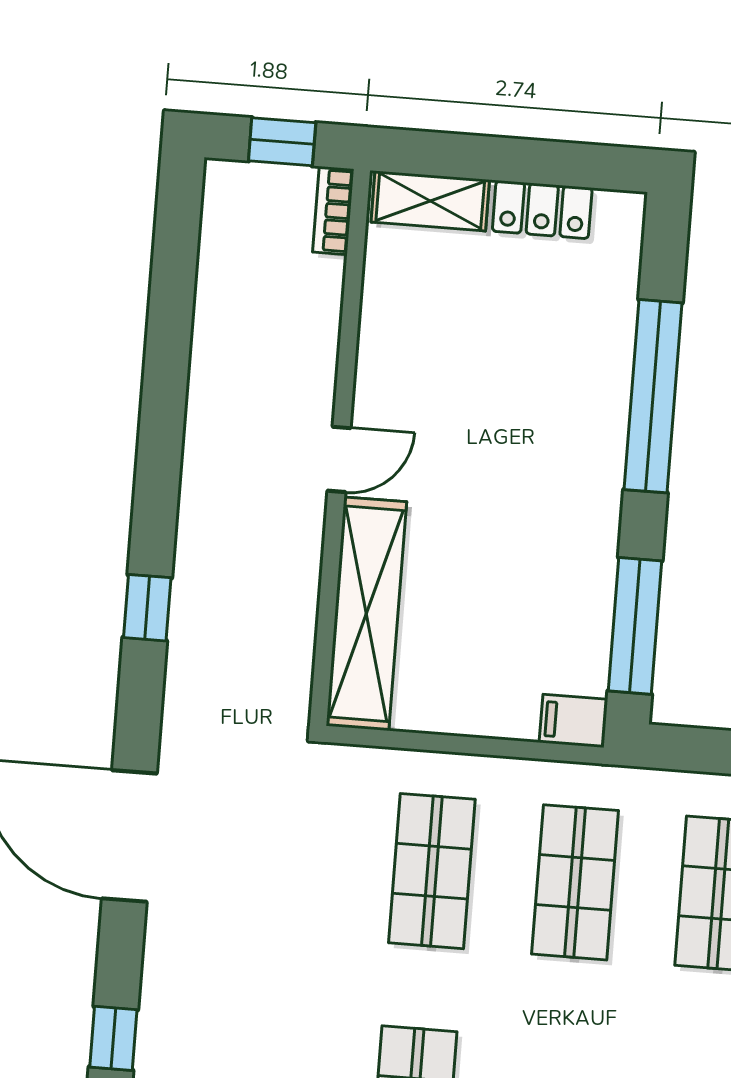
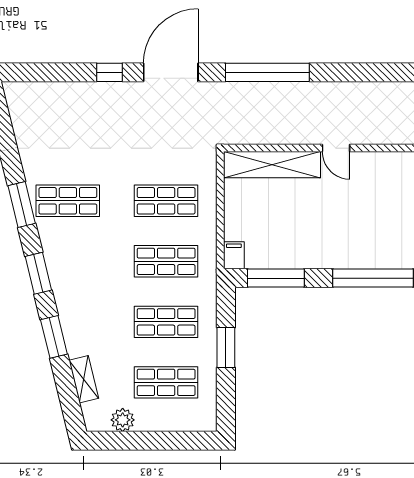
window: (147, 608) -> (267, 72), width x3.17
window: (113, 1038) -> (110, 72), moved

